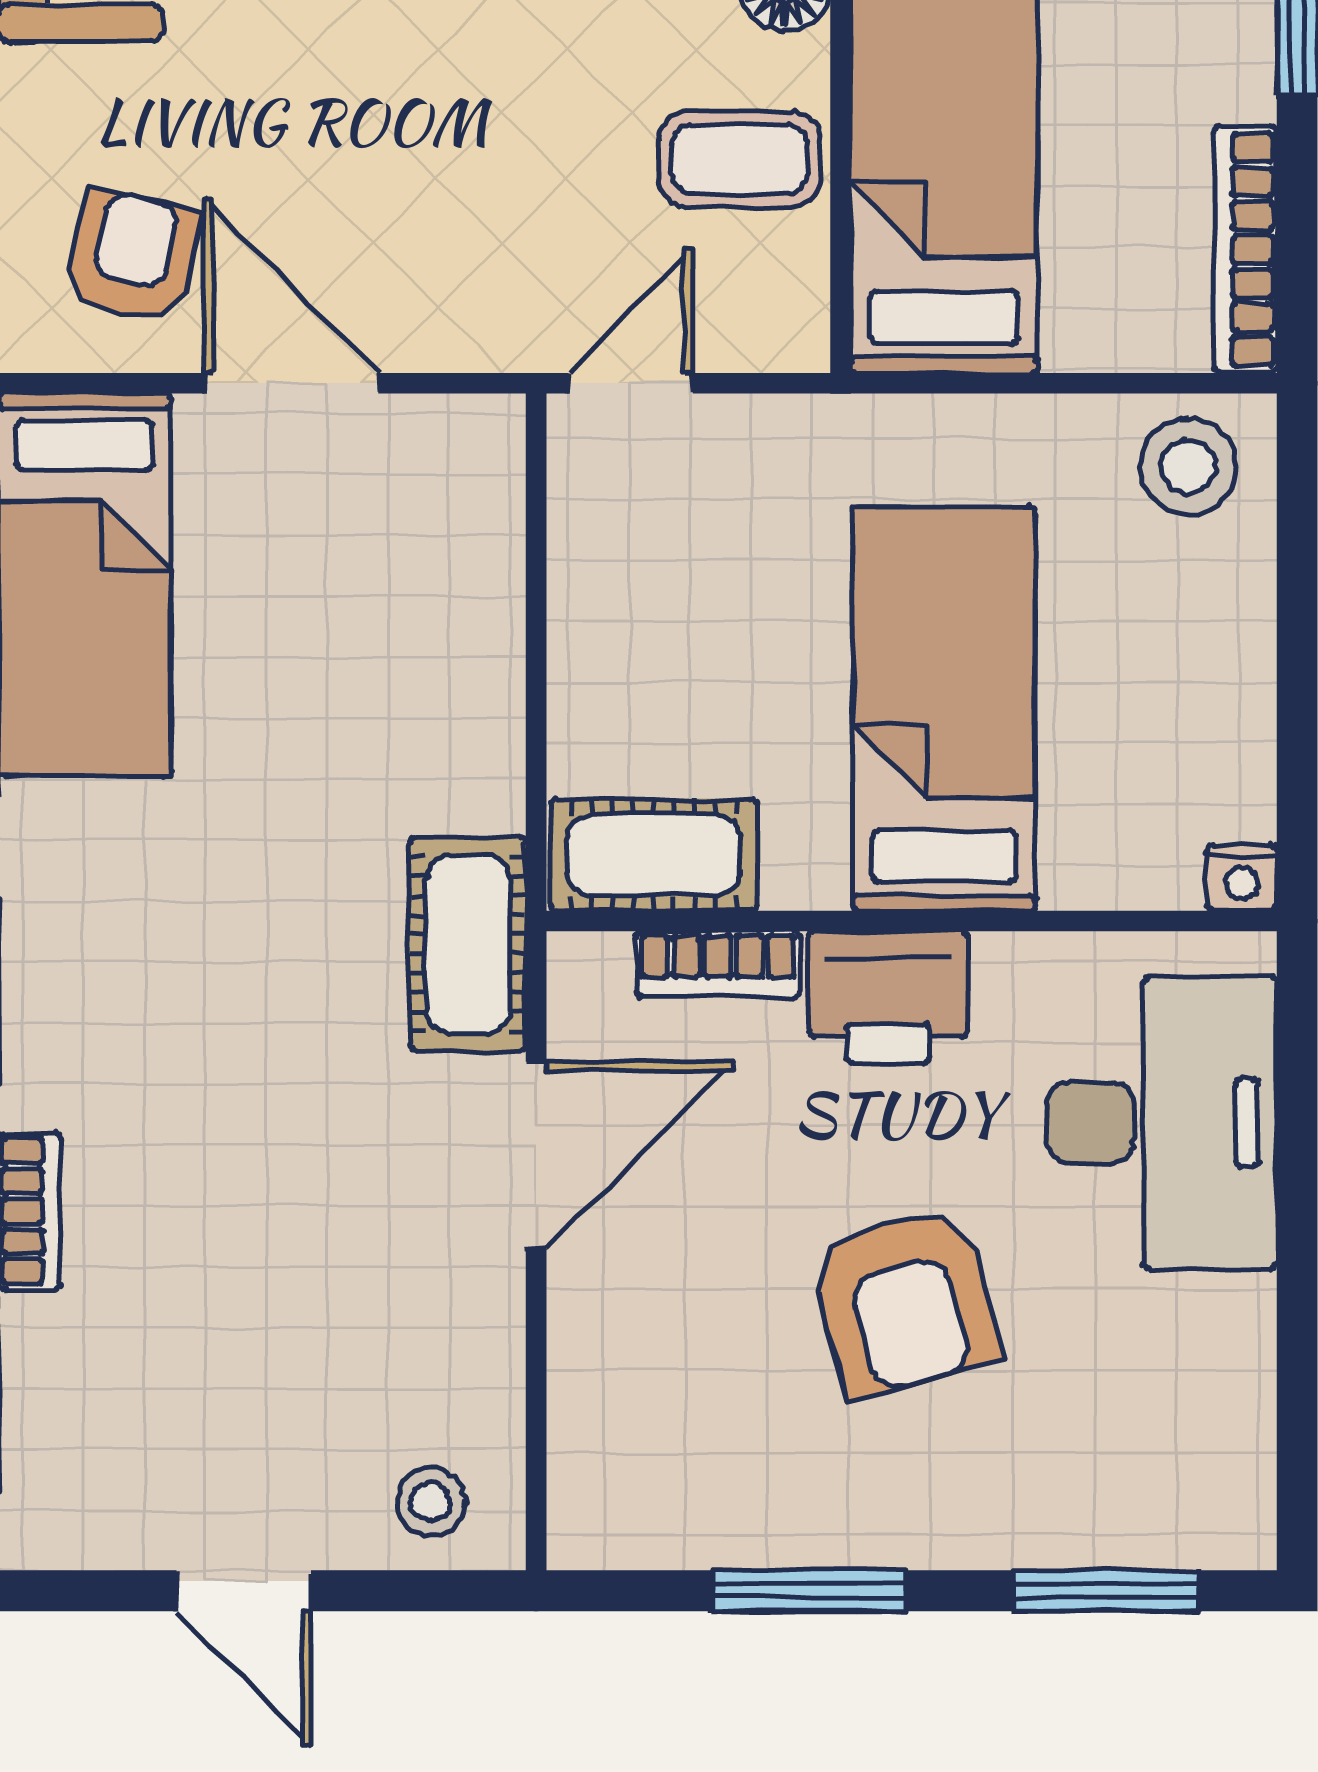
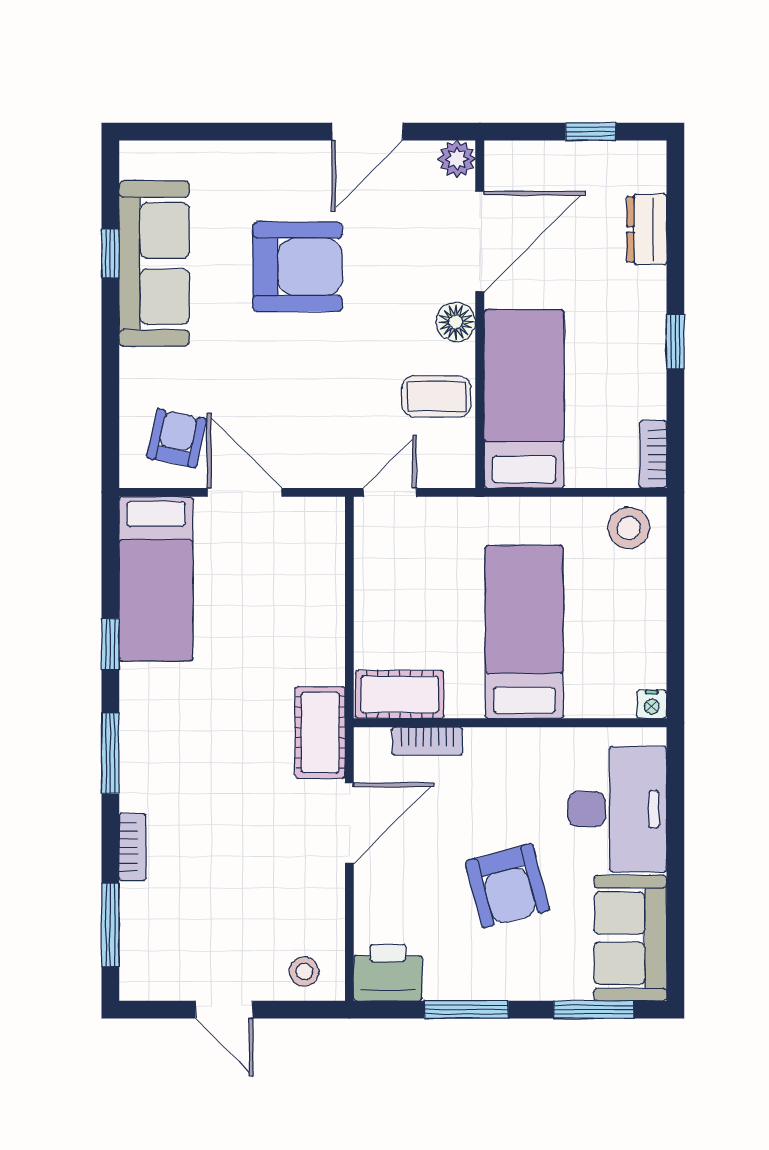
bookcase: (1245, 250) -> (653, 454), width x0.64
printer: (888, 997) -> (388, 973), moved, turned 180
sofa: (1192, 1424) -> (630, 938), added

